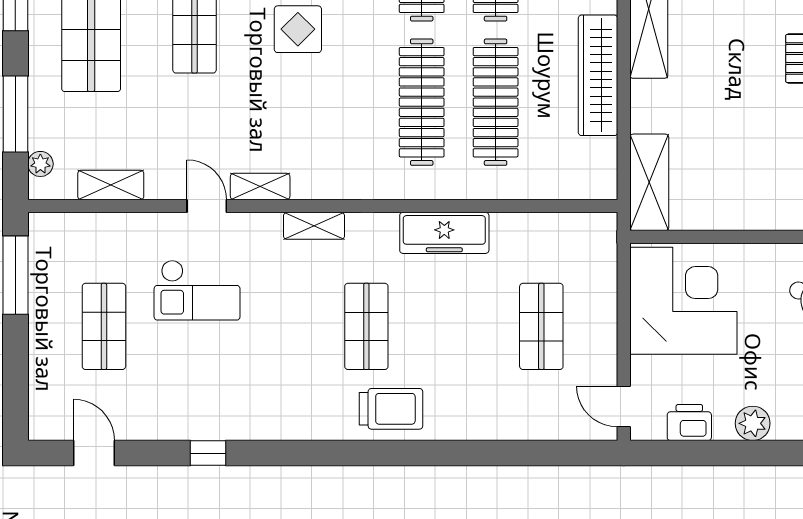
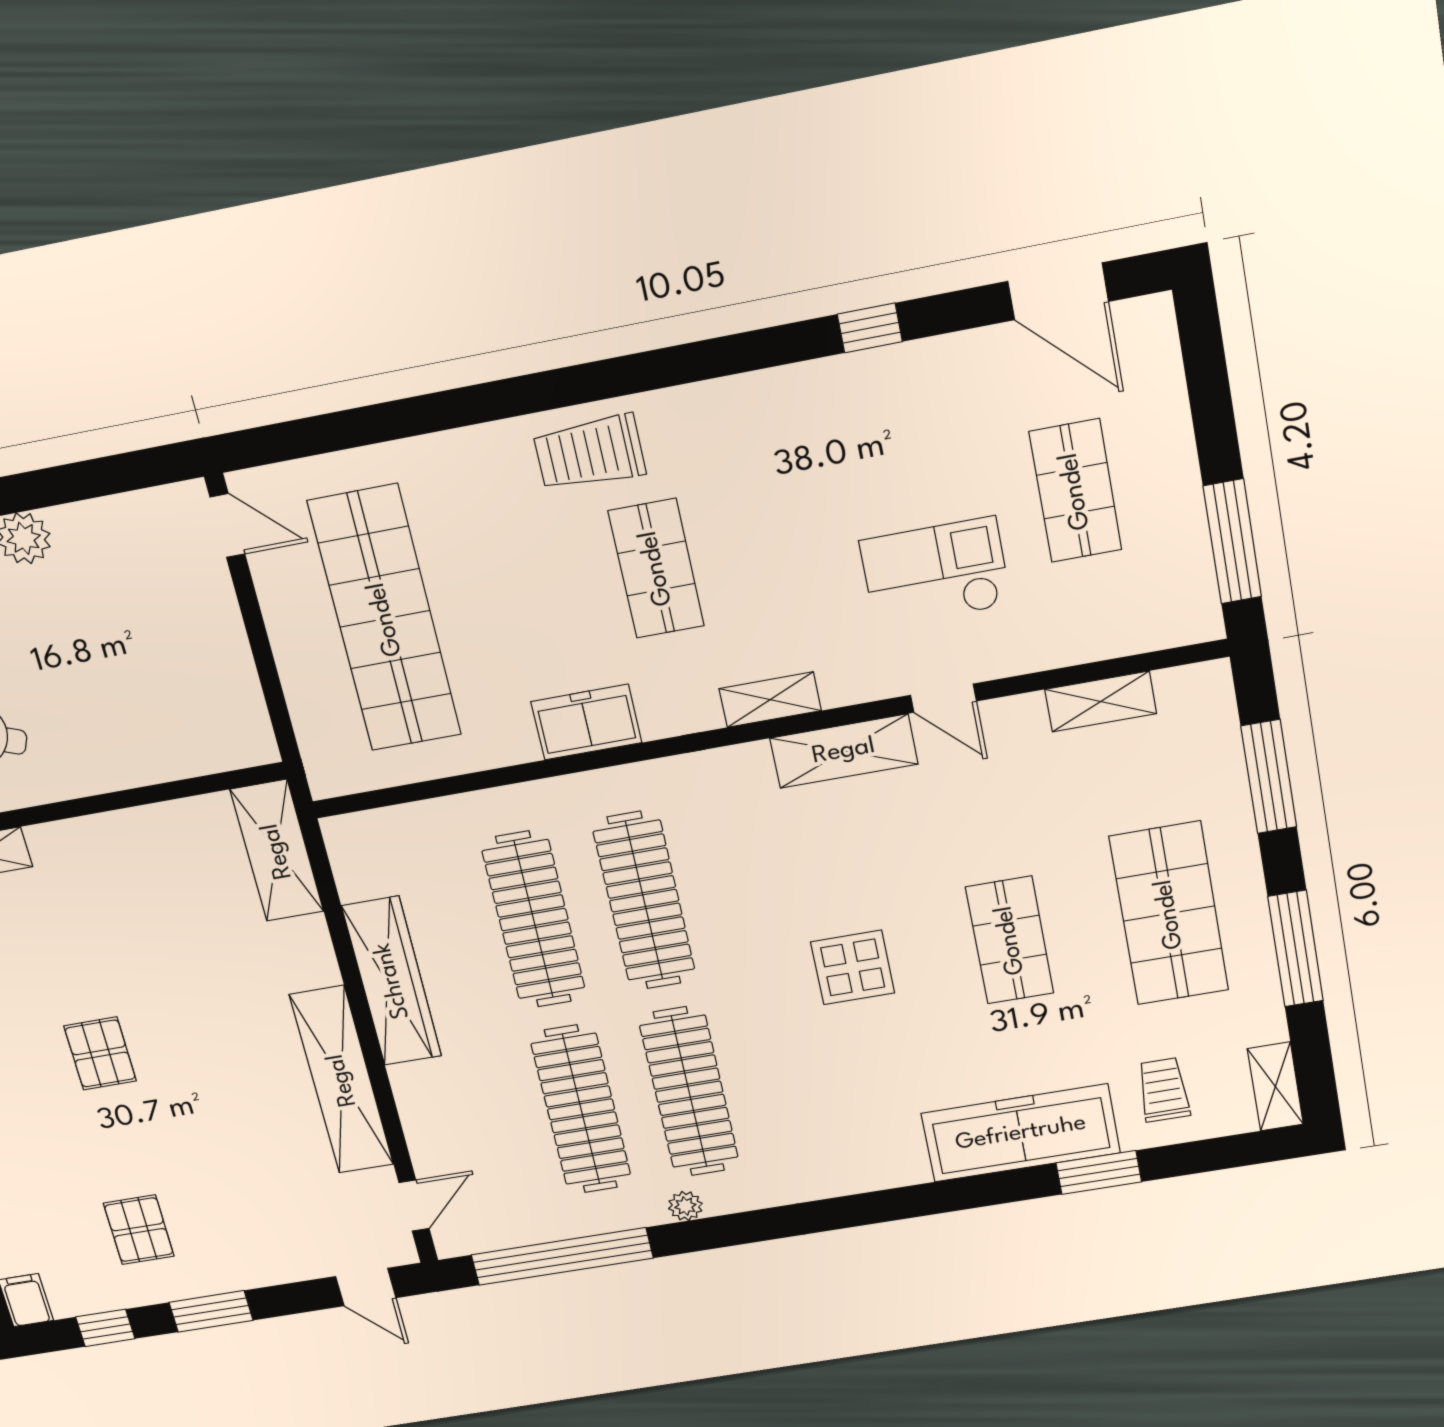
plant: (40, 164) -> (1218, 712), removed
shelving: (260, 186) -> (844, 751), width x1.50, depth x1.33
freezer: (444, 233) -> (586, 722), width x0.71
corner desk: (683, 301) -> (180, 695), removed
shop shelf: (541, 326) -> (385, 619), width x2.00, depth x1.36
printer: (689, 423) -> (120, 521), removed
door: (94, 453) -> (1058, 291), width x1.38

